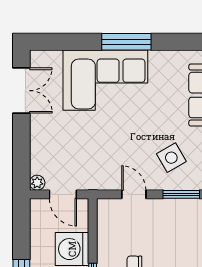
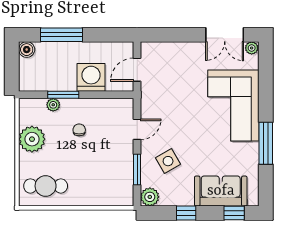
window: (126, 42) -> (266, 143), moved
plant: (37, 183) -> (252, 48), moved

